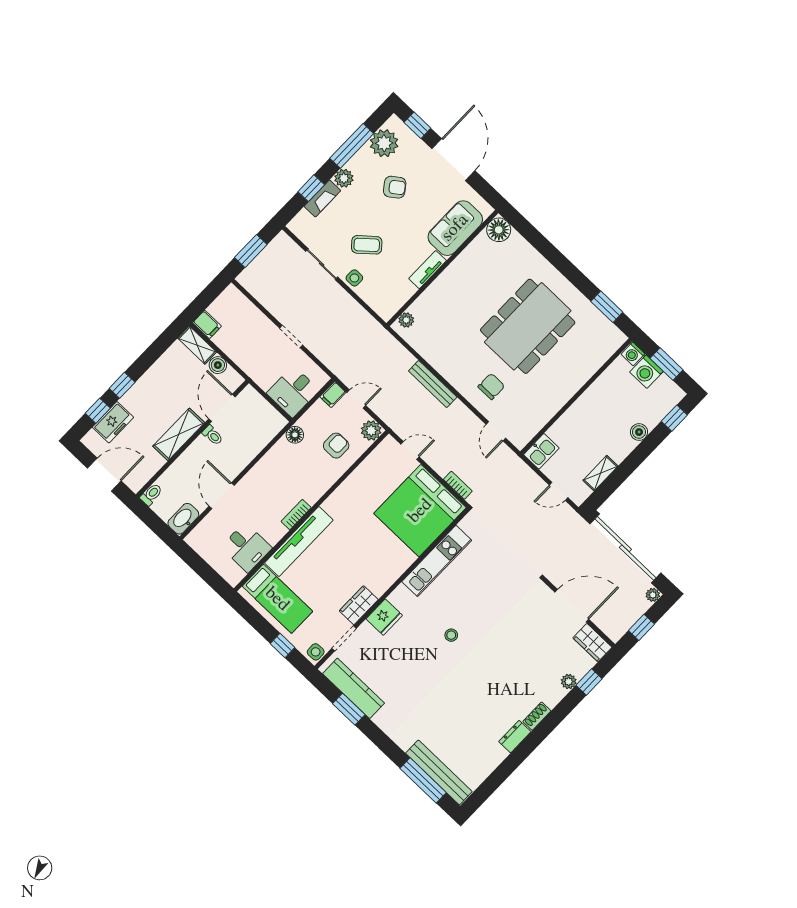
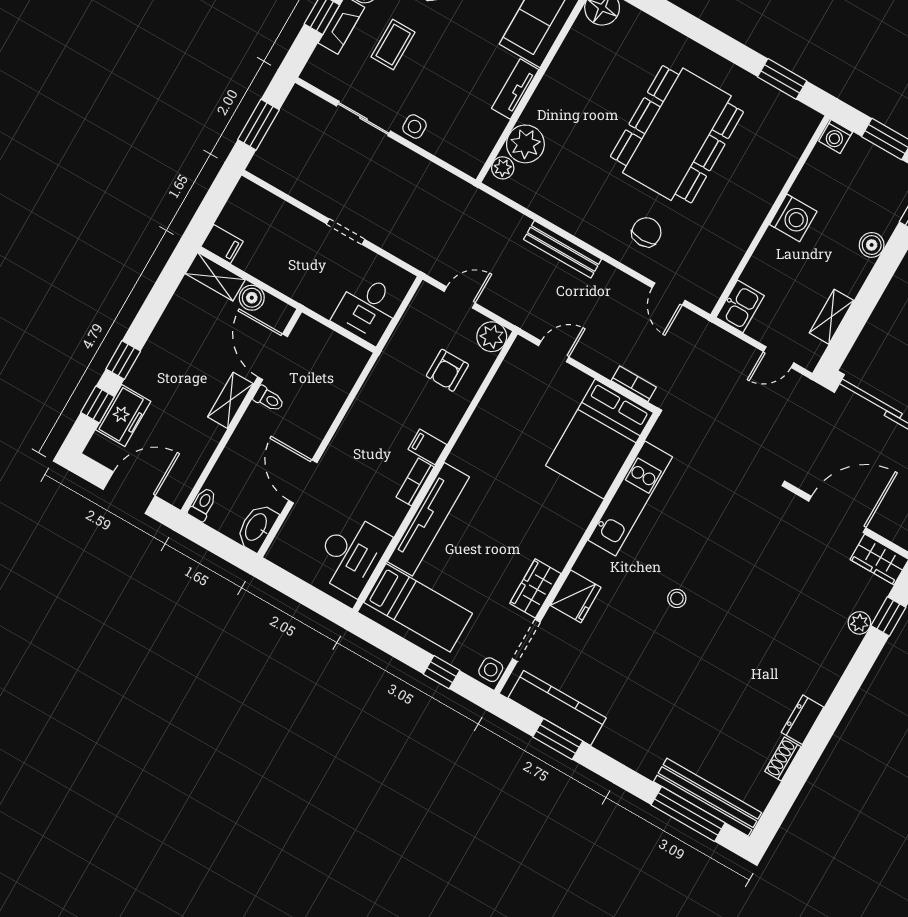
coffee table: (367, 245) -> (393, 45), moved, turned -49
plant: (425, 308) -> (525, 144), added
washing machine: (646, 372) -> (793, 218), moved, turned -90
filing cabinet: (333, 395) -> (427, 447), moved, turned 90
shelving: (179, 434) -> (230, 400), width x0.67, depth x0.75
floor lamp: (295, 435) -> (385, 369), removed
armchair: (336, 446) -> (447, 370), turned 180
bed: (420, 511) -> (600, 439), width x0.73
desk: (246, 547) -> (351, 554), width x1.37
shoe rack: (537, 716) -> (783, 759), moved

